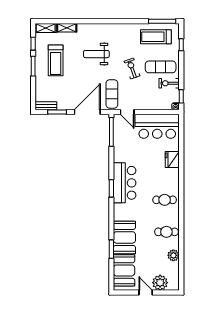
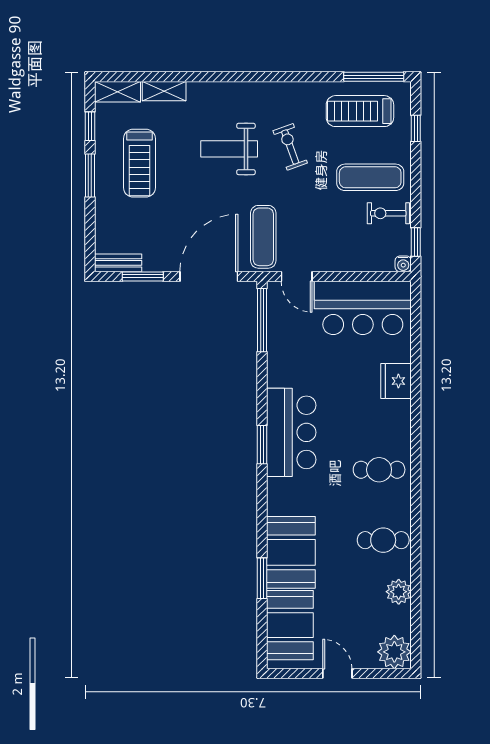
exercise bike: (132, 68) -> (290, 147), moved
plant: (160, 283) -> (394, 652), moved

